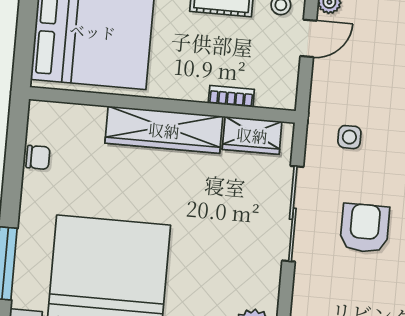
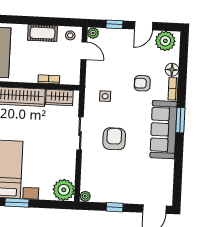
door: (308, 38) -> (84, 51), hinge flipped
sliding door: (293, 214) -> (80, 133), width x0.73

